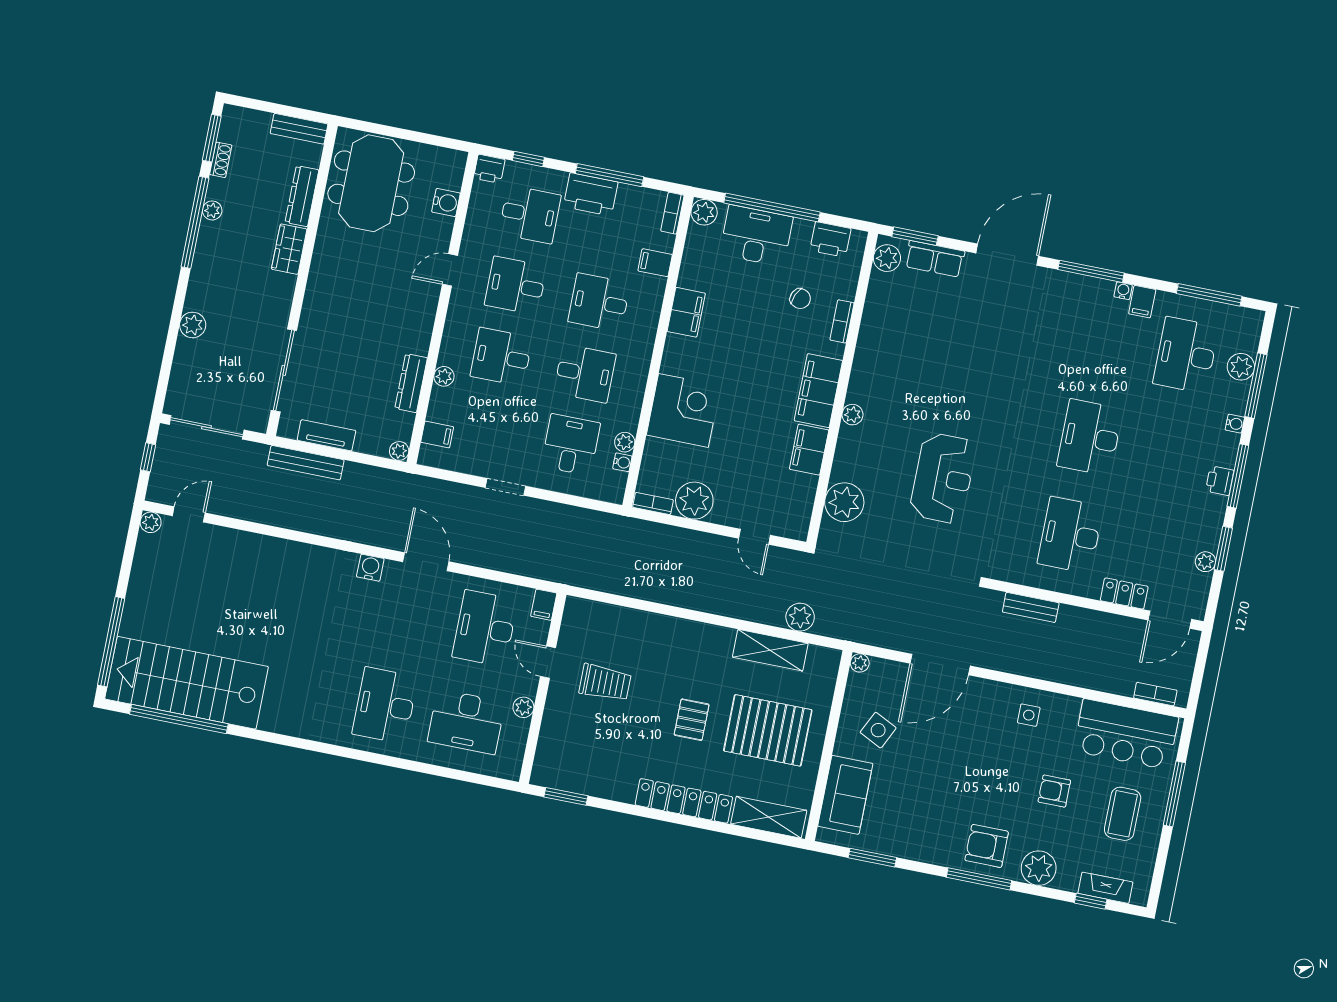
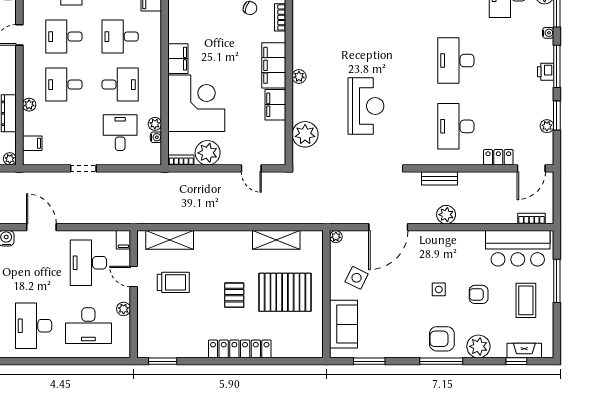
filing cabinet: (686, 312) -> (178, 59), moved
corner desk: (683, 410) -> (196, 103), width x1.36, depth x1.36
plant: (800, 617) -> (446, 215), moved
side table: (1029, 715) -> (439, 289), moved
shelving: (769, 817) -> (170, 240), moved

